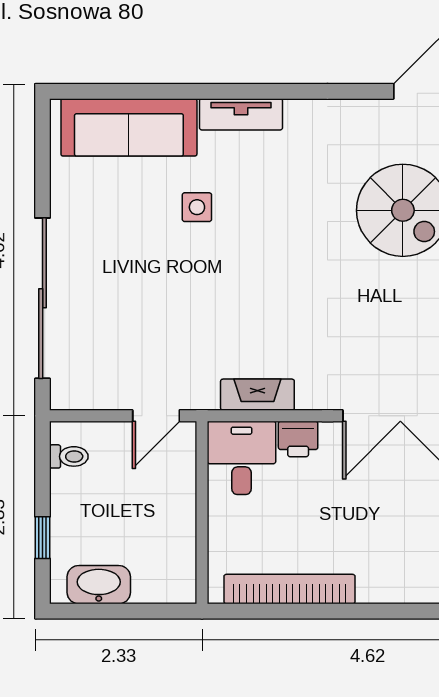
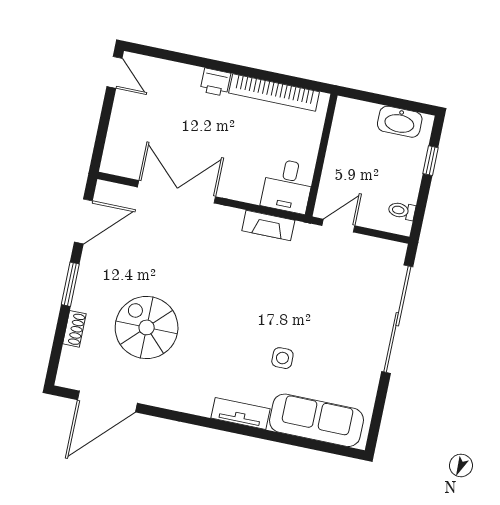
printer: (298, 439) -> (215, 82), moved, turned 180

